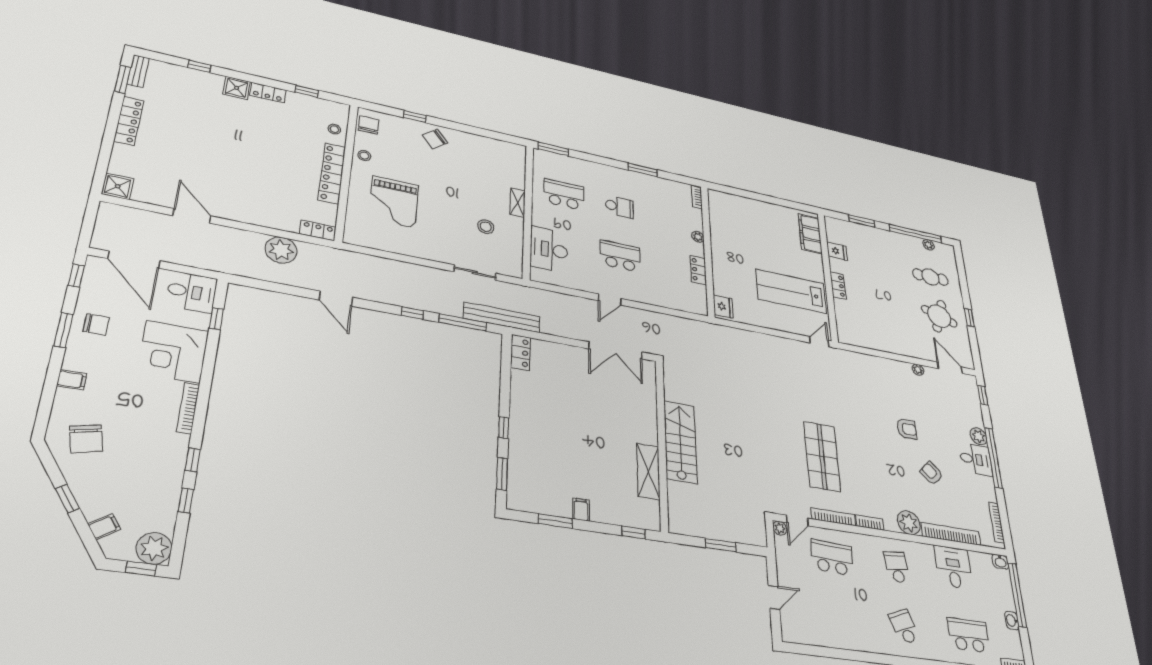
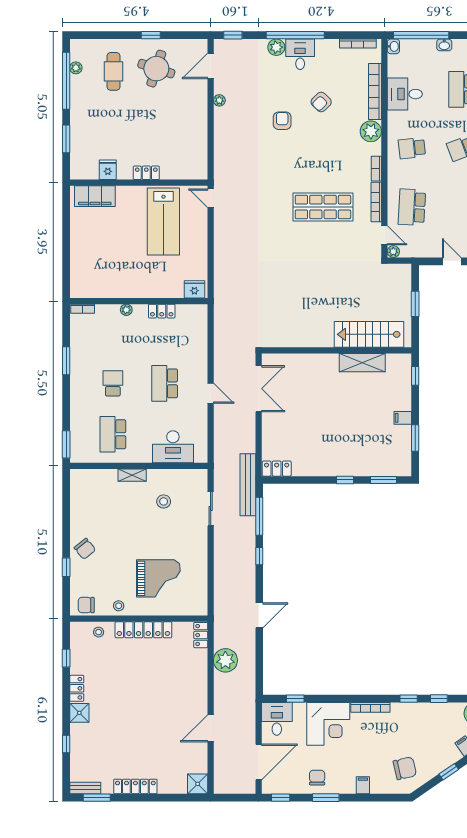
stairs: (680, 442) -> (369, 334), moved

